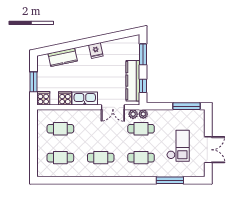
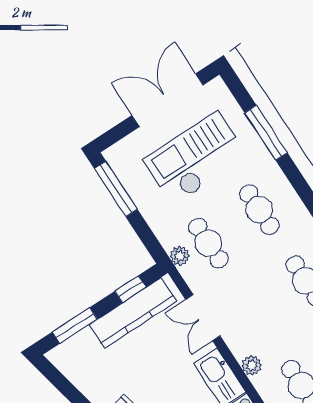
double door: (113, 107) -> (203, 318), swing flipped
plant: (133, 114) -> (252, 365), moved
checkout: (178, 146) -> (195, 158), width x1.36, depth x1.21
double door: (208, 150) -> (168, 100), width x1.37

